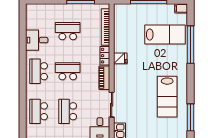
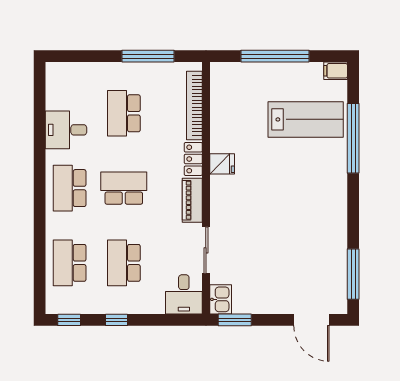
school desk: (68, 31) -> (124, 113), turned -90
lab bench: (167, 97) -> (310, 236), removed

